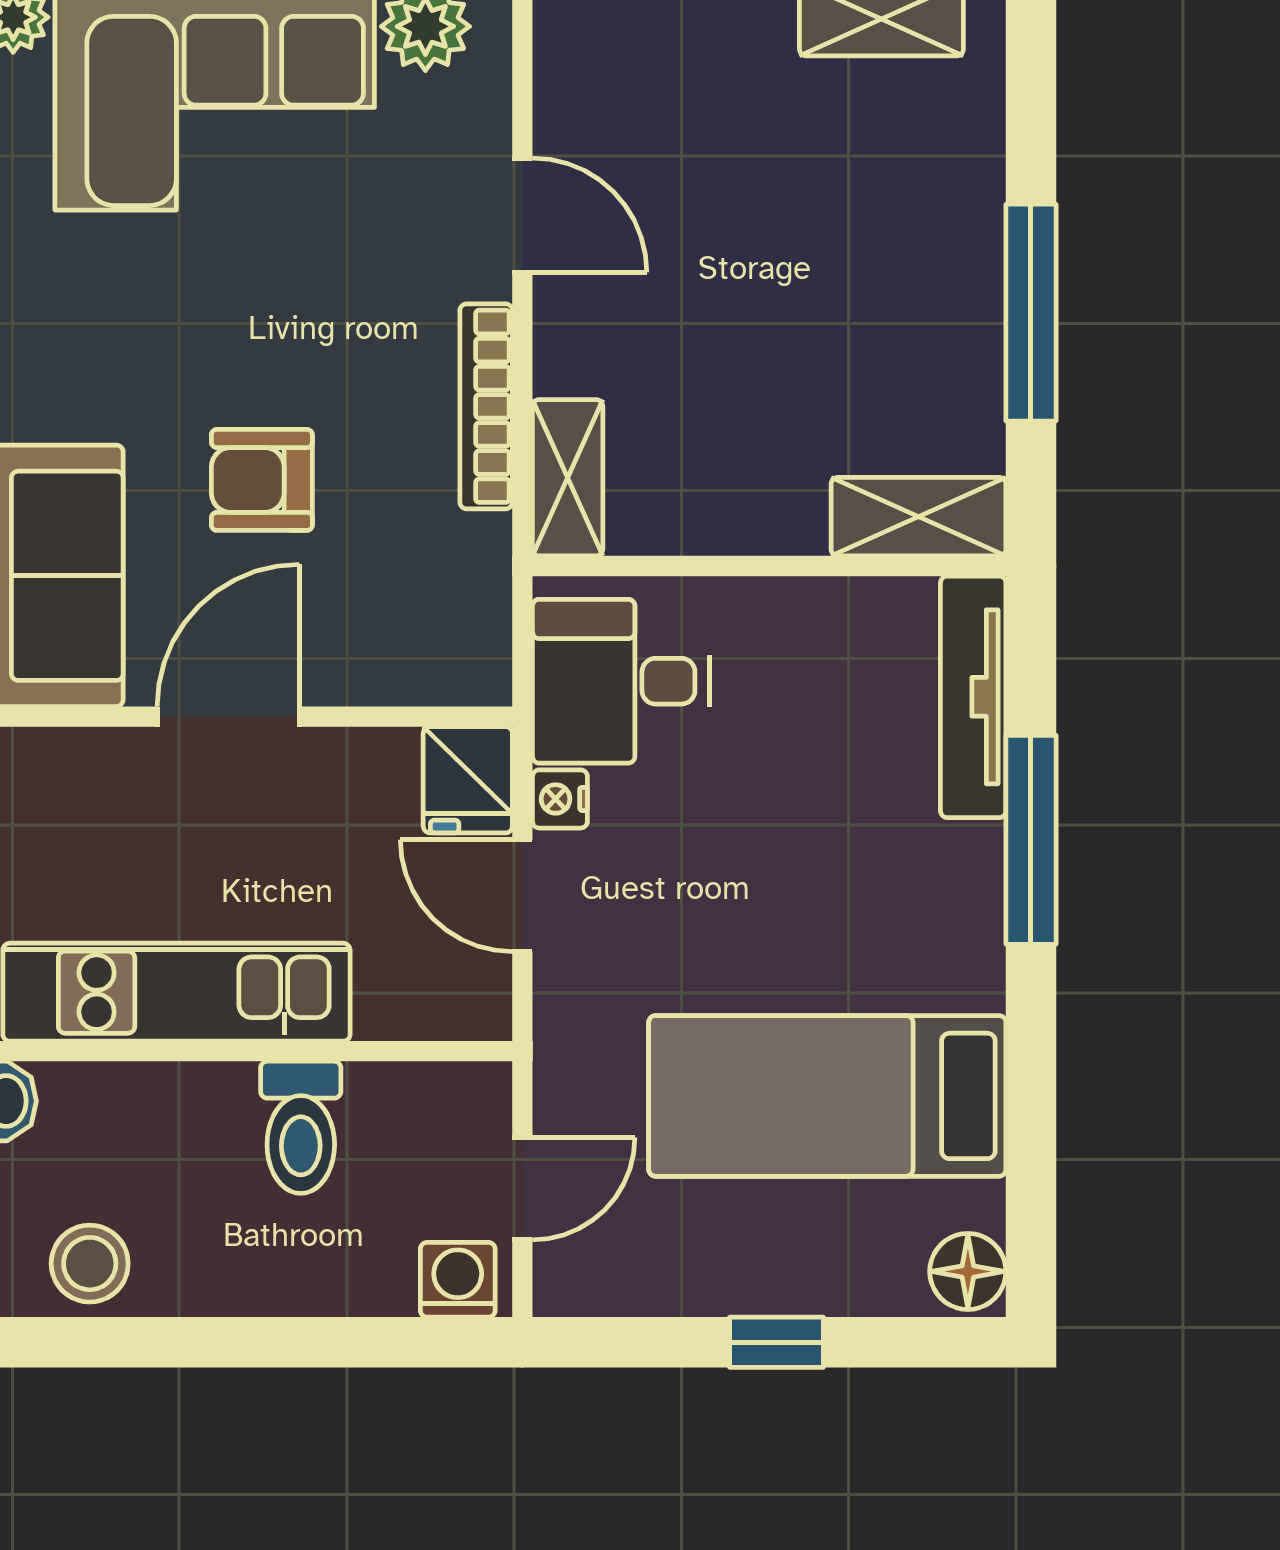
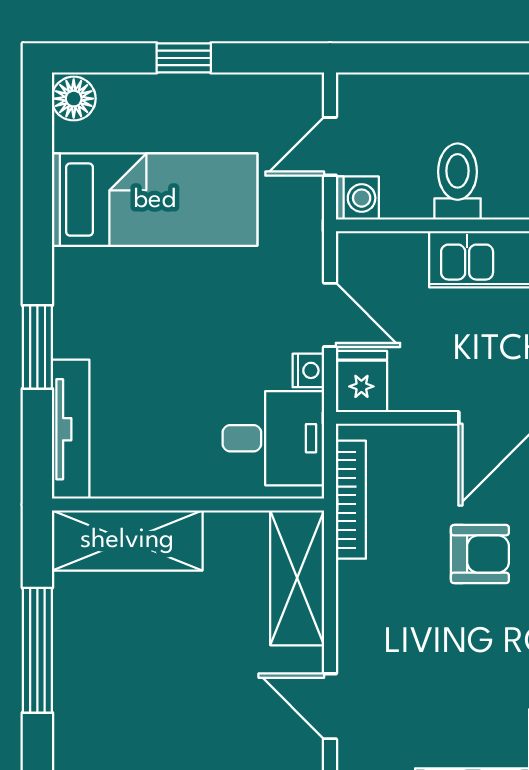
bookcase: (486, 406) -> (351, 500), moved
shelving: (568, 478) -> (297, 578), width x1.50, depth x1.33
shelving: (919, 517) -> (127, 540), width x1.50, depth x1.33
window: (1031, 840) -> (37, 347), width x0.69
washing machine: (458, 1280) -> (357, 198), moved, turned -90

